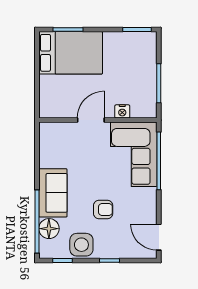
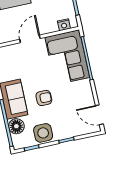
nightstand: (122, 111) -> (64, 25), moved
armchair: (103, 210) -> (44, 98), moved

